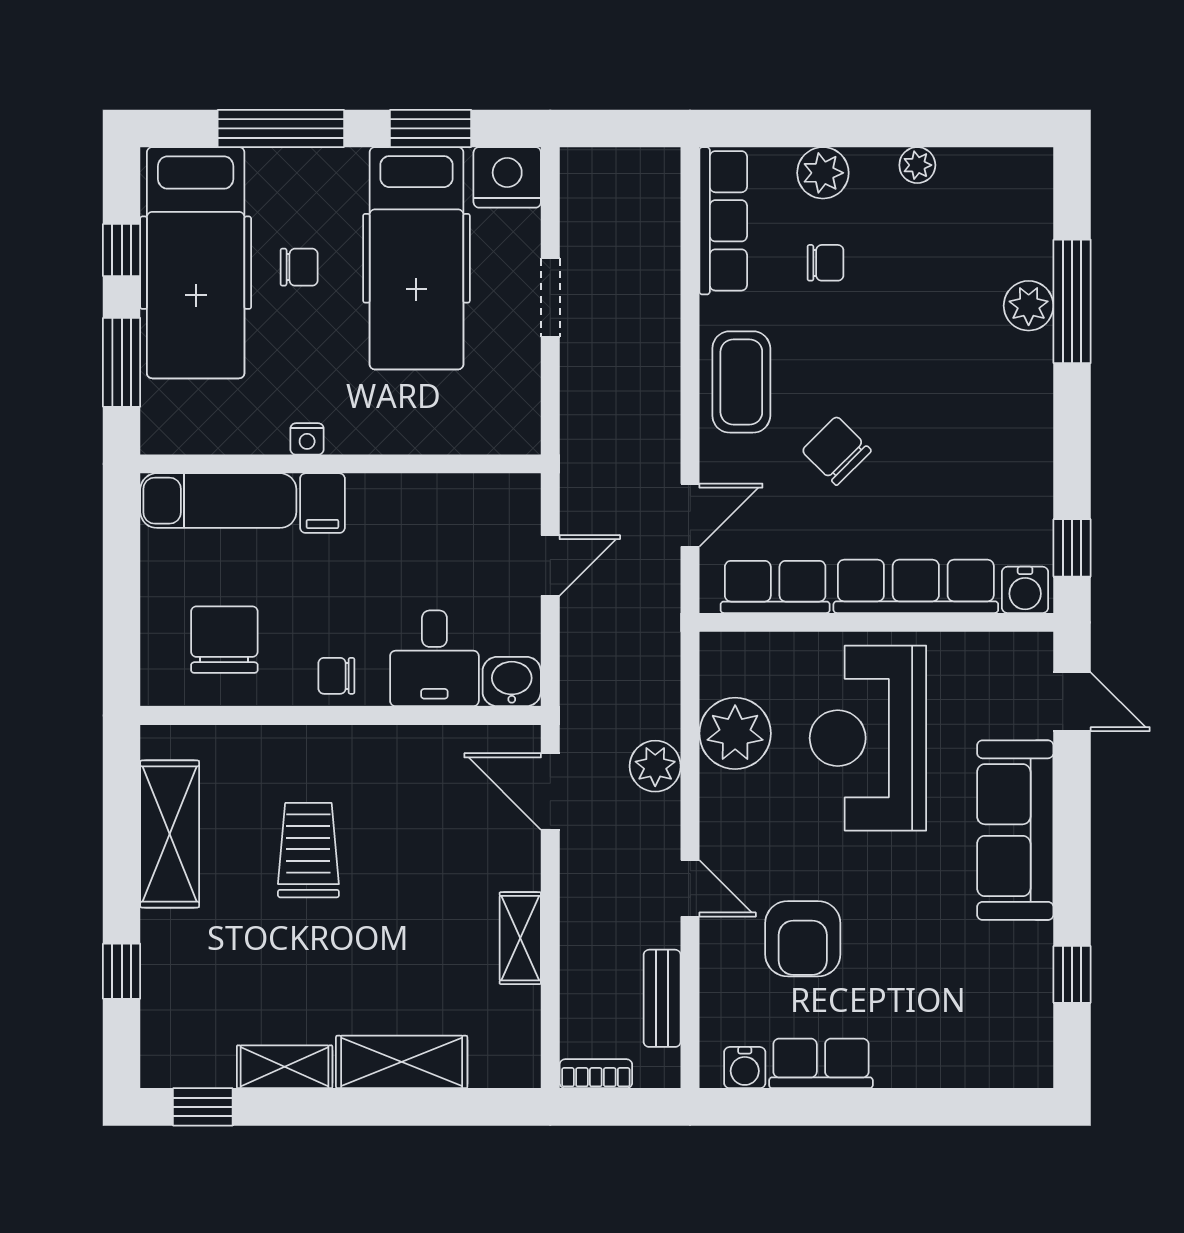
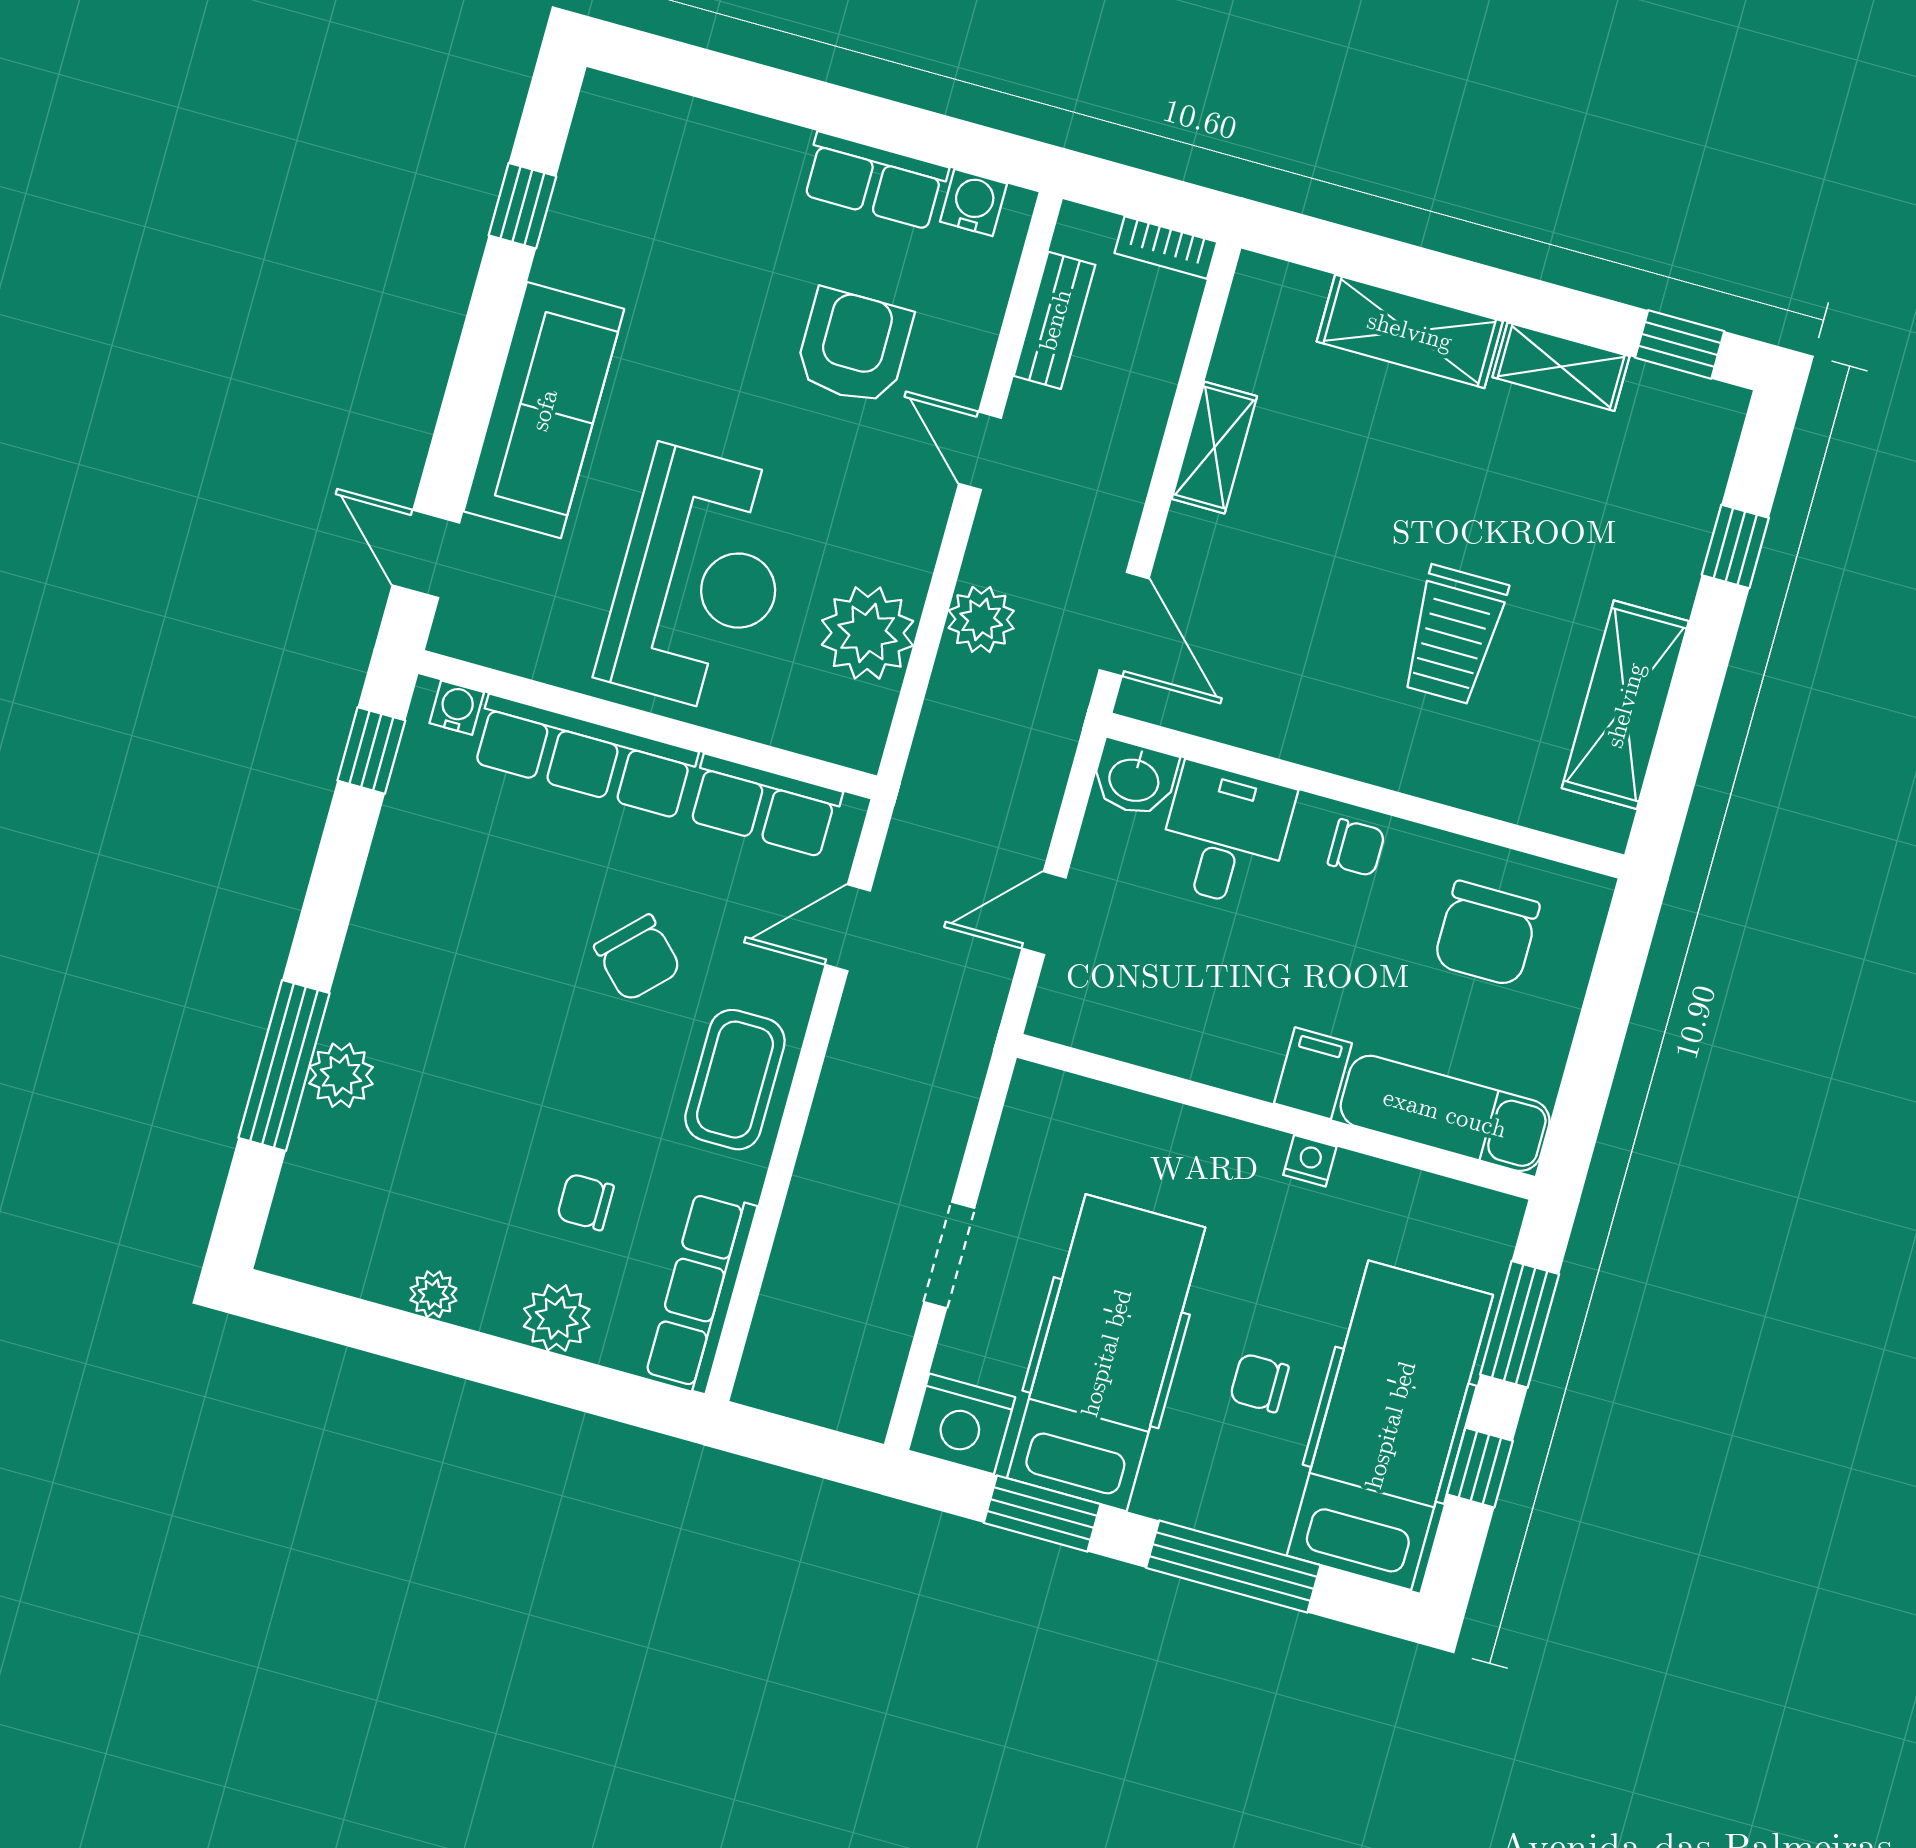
water cooler: (1025, 590) -> (457, 708), width x0.72, depth x0.72

